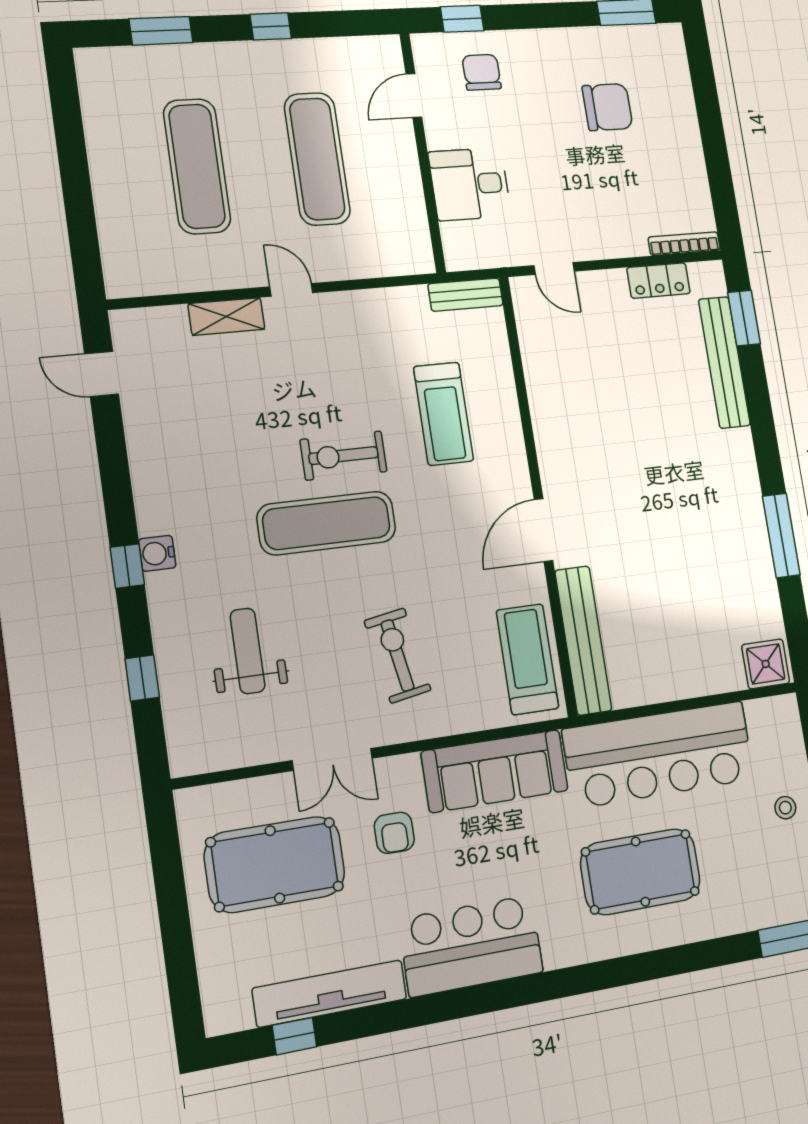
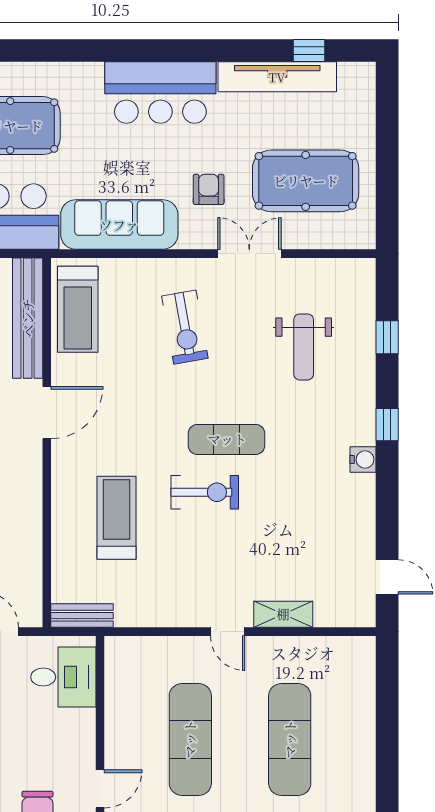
desk: (470, 184) -> (63, 677), moved
exercise mat: (327, 523) -> (227, 439), width x0.73, depth x0.69
water cooler: (157, 553) -> (363, 460), moved

